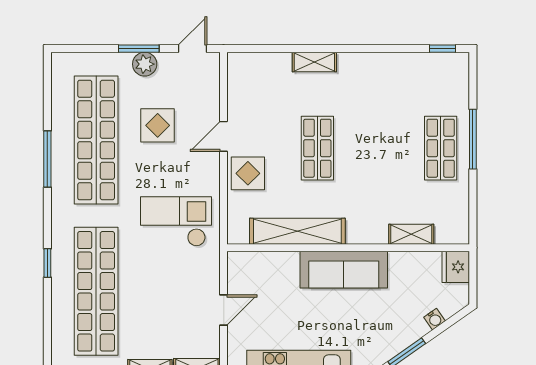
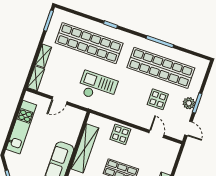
door: (224, 136) -> (156, 134), moved
checkout: (176, 221) -> (98, 87), moved, turned -90
door: (224, 310) -> (60, 100), hinge flipped

